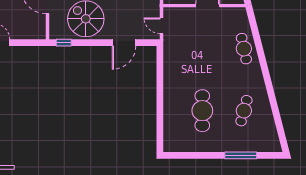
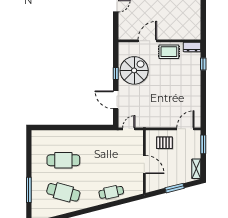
window: (64, 43) -> (116, 73), moved
cafe table: (244, 111) -> (63, 192), width x1.37, depth x1.35

